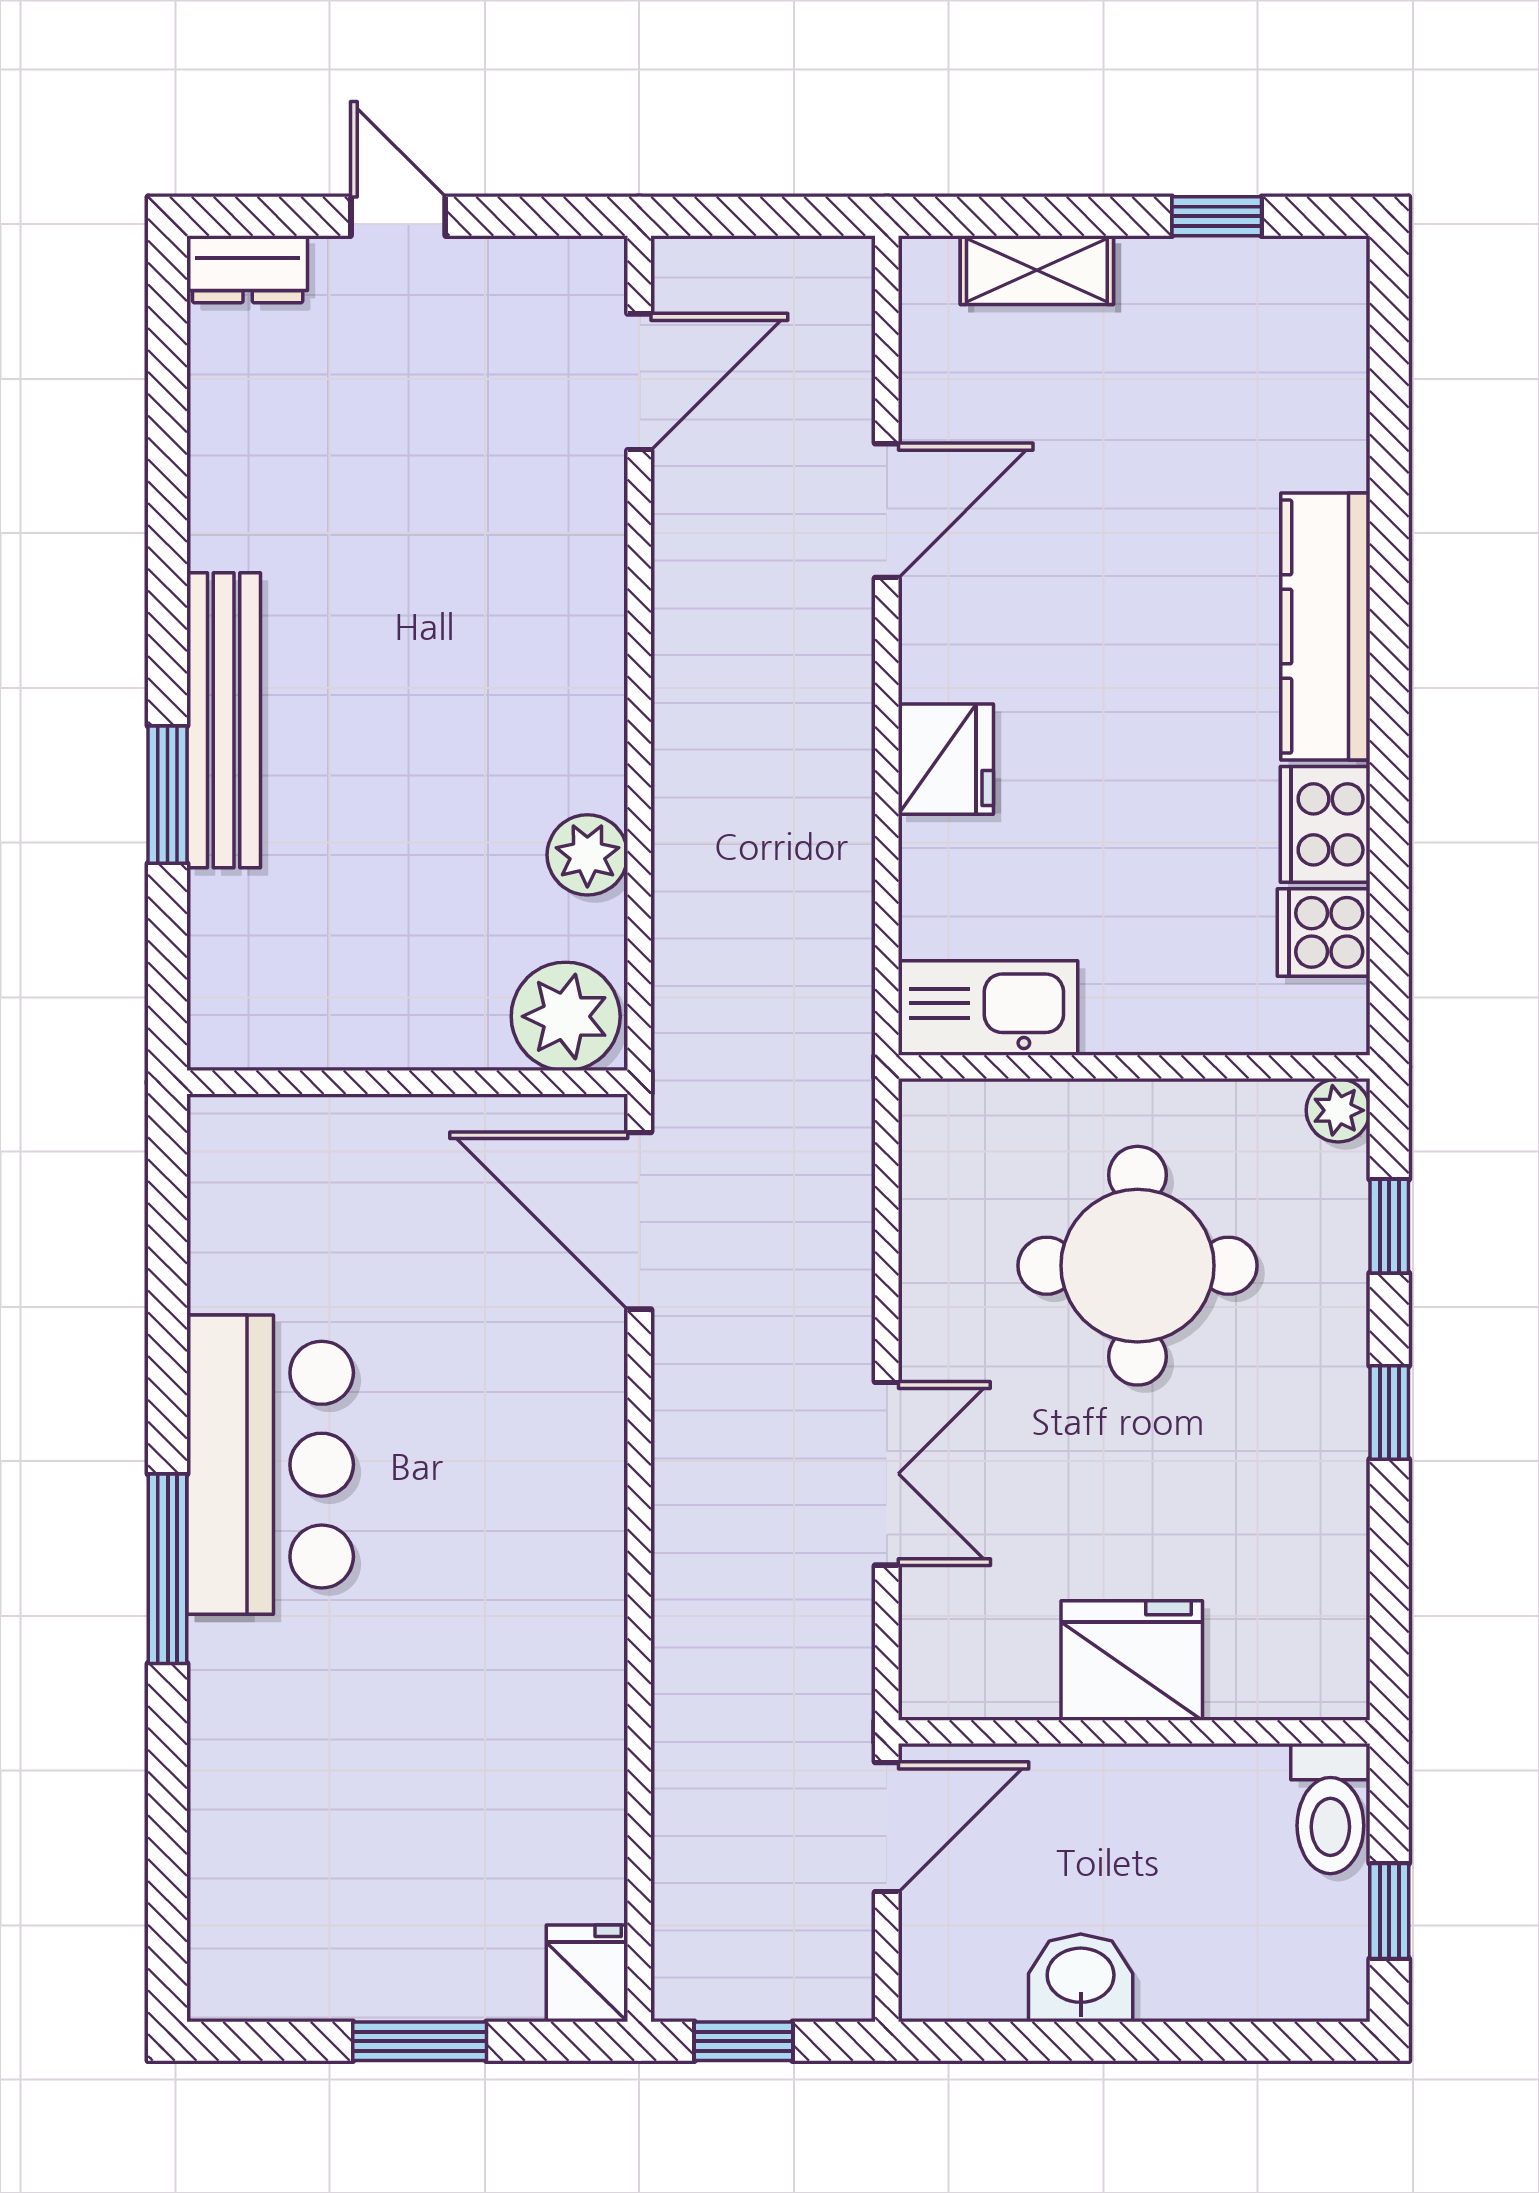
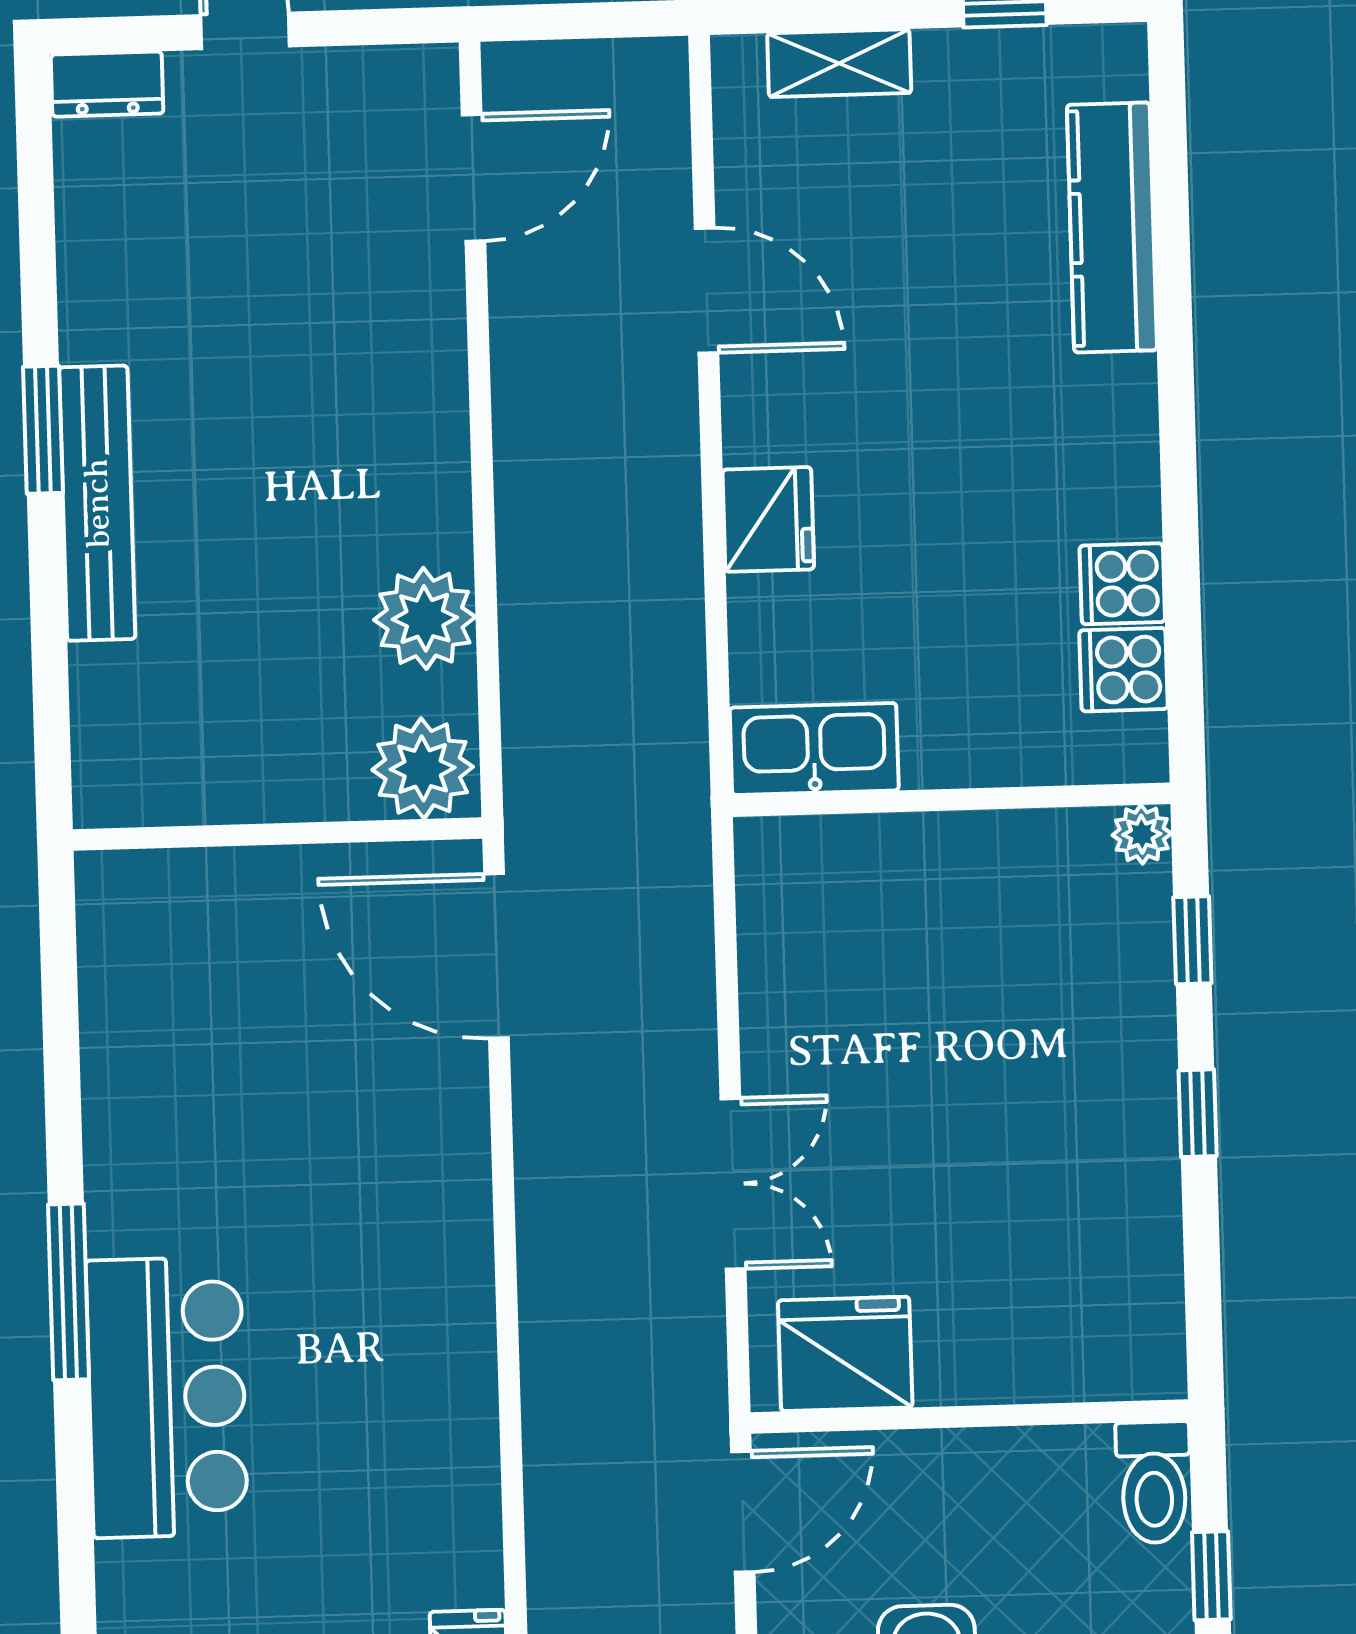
door: (887, 511) -> (706, 291), hinge flipped
kitchen counter: (1325, 627) -> (1112, 227), moved
window: (168, 795) -> (43, 430), moved
cooker: (1325, 824) -> (1122, 584), width x0.73
plant: (587, 855) -> (425, 618), width x1.36, depth x1.36
round table: (1137, 1266) -> (960, 984), removed
bar counter: (270, 1465) -> (167, 1397), moved
fridge: (1132, 1660) -> (845, 1354), moved

